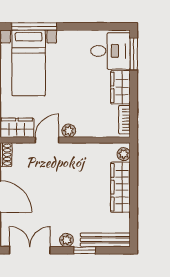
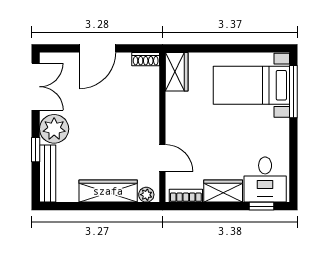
window: (134, 54) -> (262, 206), width x0.67
plant: (69, 131) -> (173, 131), removed
door: (47, 140) -> (162, 158), moved
plant: (66, 240) -> (54, 129), width x1.87, depth x1.87

